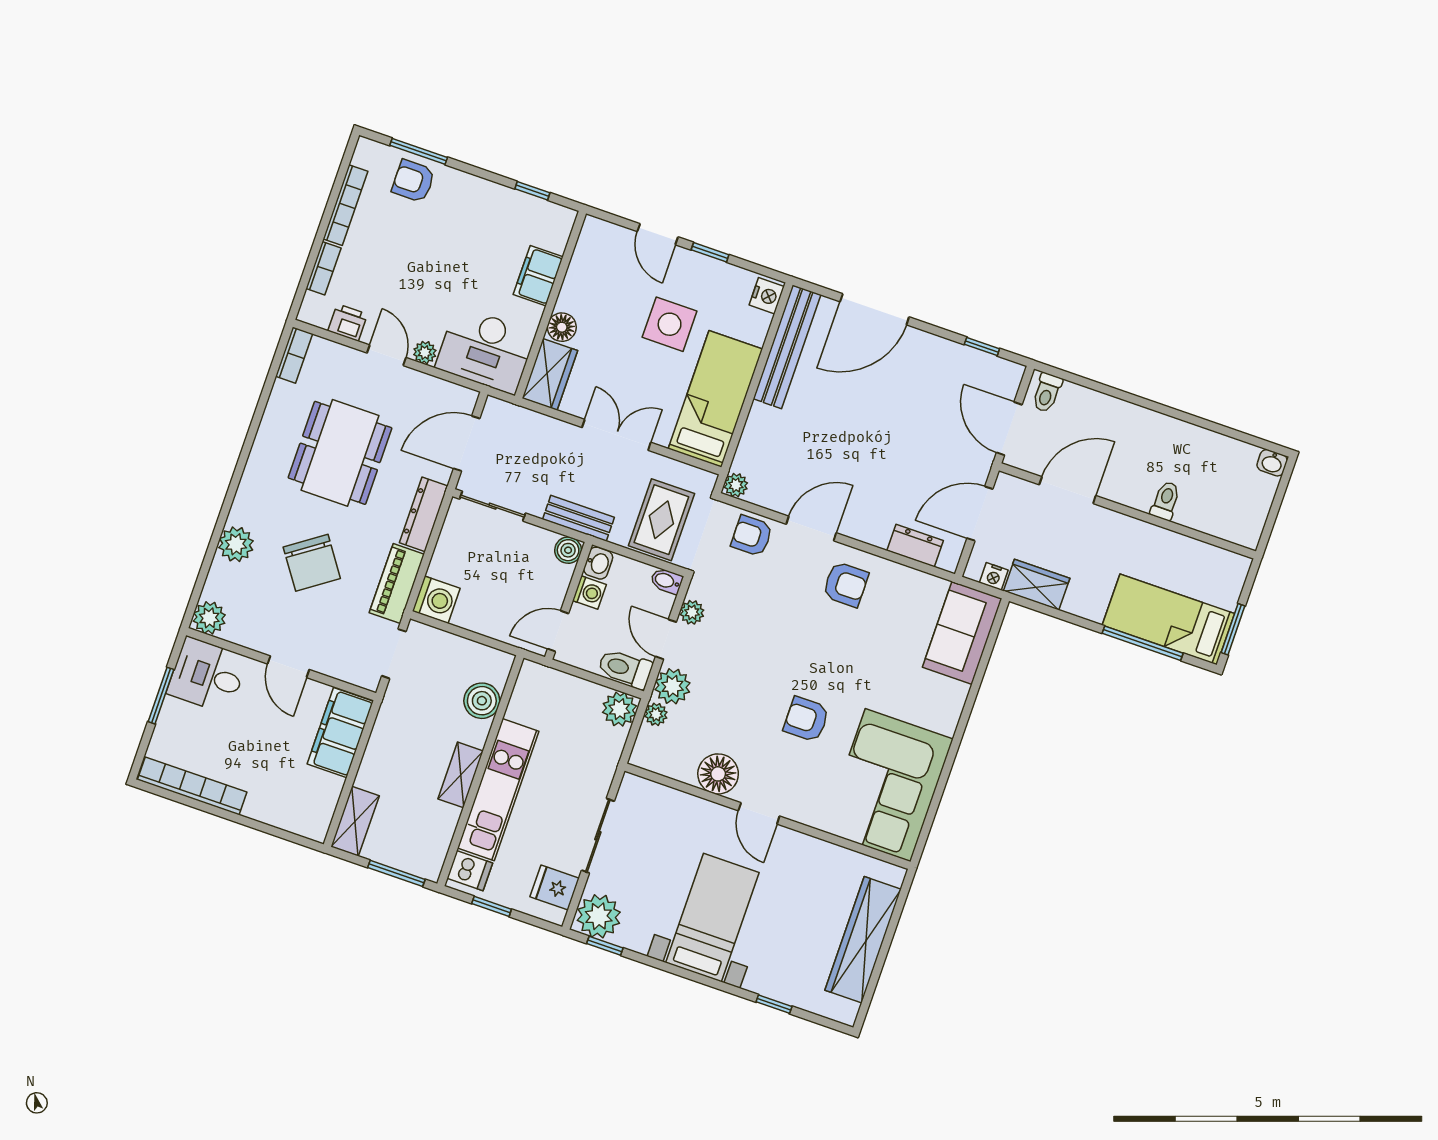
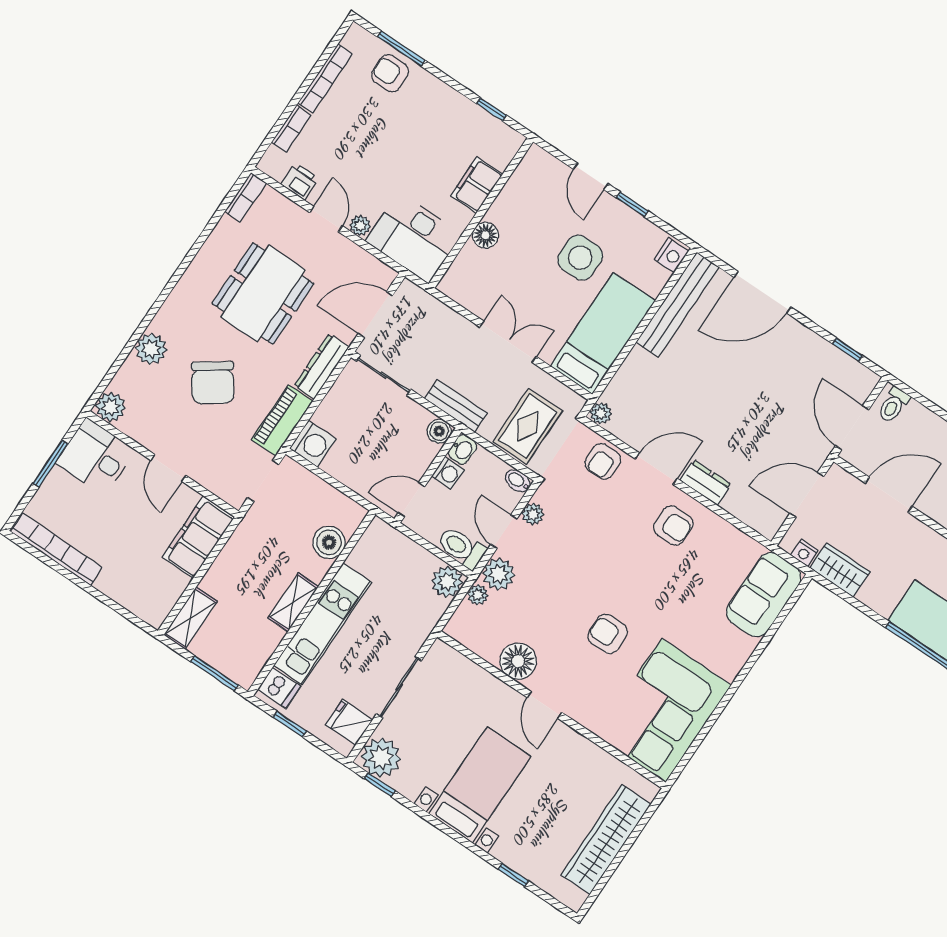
wardrobe: (550, 374) -> (464, 274), removed
armchair: (752, 536) -> (603, 461), turned -90
dresser: (915, 546) -> (706, 482), moved

